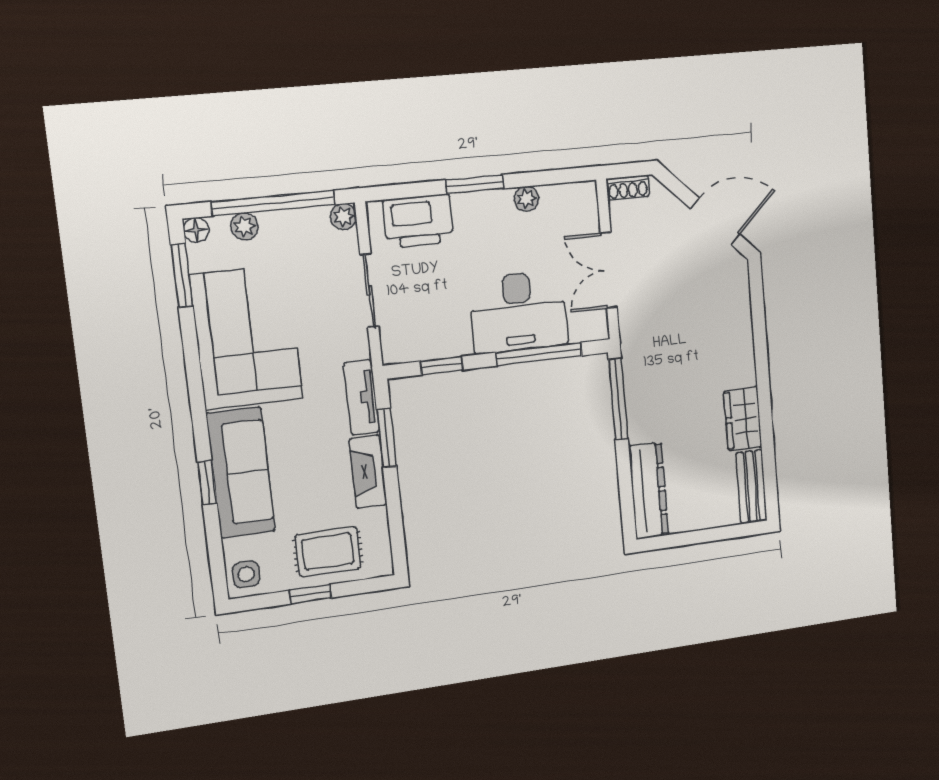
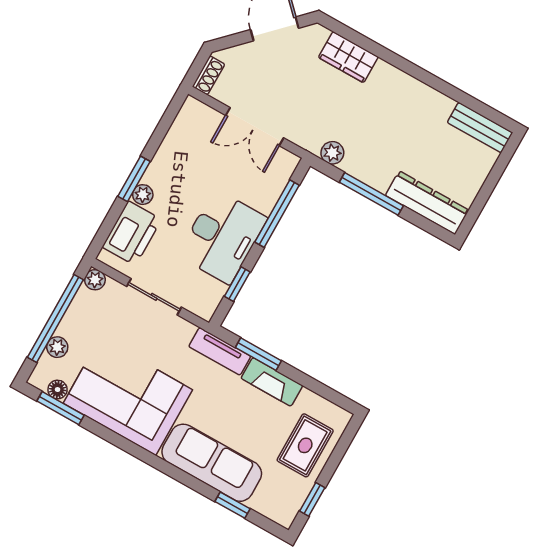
plant: (526, 199) -> (143, 195), moved
floor lamp: (196, 230) -> (58, 390), moved
desk: (518, 312) -> (222, 237), moved
plant: (635, 365) -> (332, 153), added
window: (618, 399) -> (371, 194), moved
wardrobe: (743, 419) -> (348, 57), moved
window: (207, 482) -> (232, 505), moved
side table: (246, 574) -> (281, 507), removed
window: (310, 594) -> (312, 499), moved

